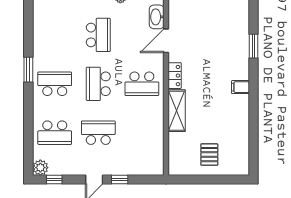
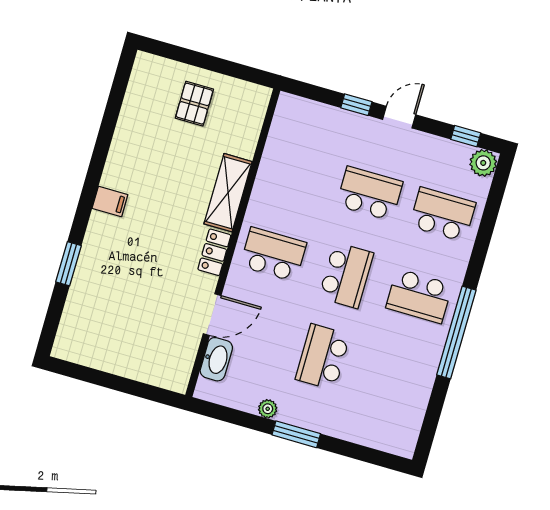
window: (28, 70) -> (456, 332), width x2.11
school desk: (98, 133) -> (370, 194), turned 180

